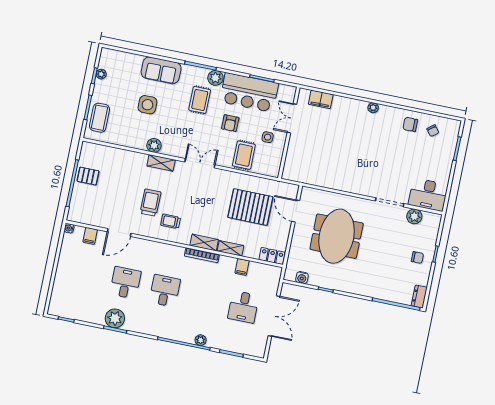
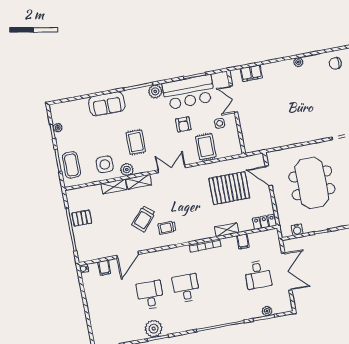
rug: (200, 100) -> (136, 142), moved
side table: (147, 105) -> (105, 164), moved
trolley: (151, 203) -> (144, 219), turned -139
shelving: (204, 242) -> (114, 186), moved
plant: (201, 340) -> (267, 311), moved

